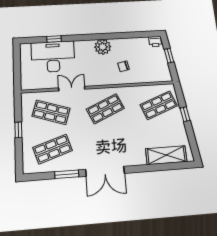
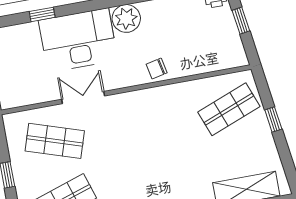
desk: (53, 57) -> (78, 40), moved
chair: (123, 66) -> (157, 69), moved
shop shelf: (105, 109) -> (142, 125), removed

